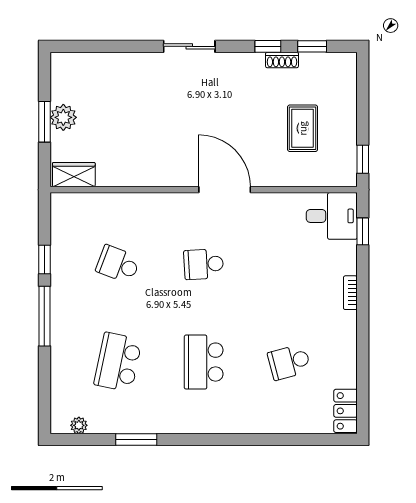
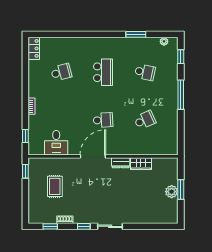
window: (268, 46) -> (84, 226), moved
wardrobe: (74, 175) -> (141, 164), moved
dresser: (168, 177) -> (121, 163), added
door: (225, 190) -> (93, 156), swing flipped
desk: (332, 216) -> (56, 143), moved, turned -90
window: (44, 259) -> (181, 57), moved
school desk: (118, 264) -> (145, 120), turned -45
school desk: (118, 362) -> (145, 72), width x0.54

